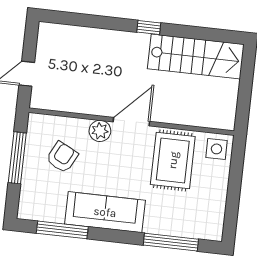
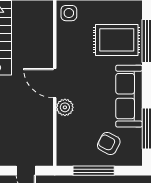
armchair: (62, 157) -> (109, 143), moved
rug: (173, 160) -> (117, 40), moved

